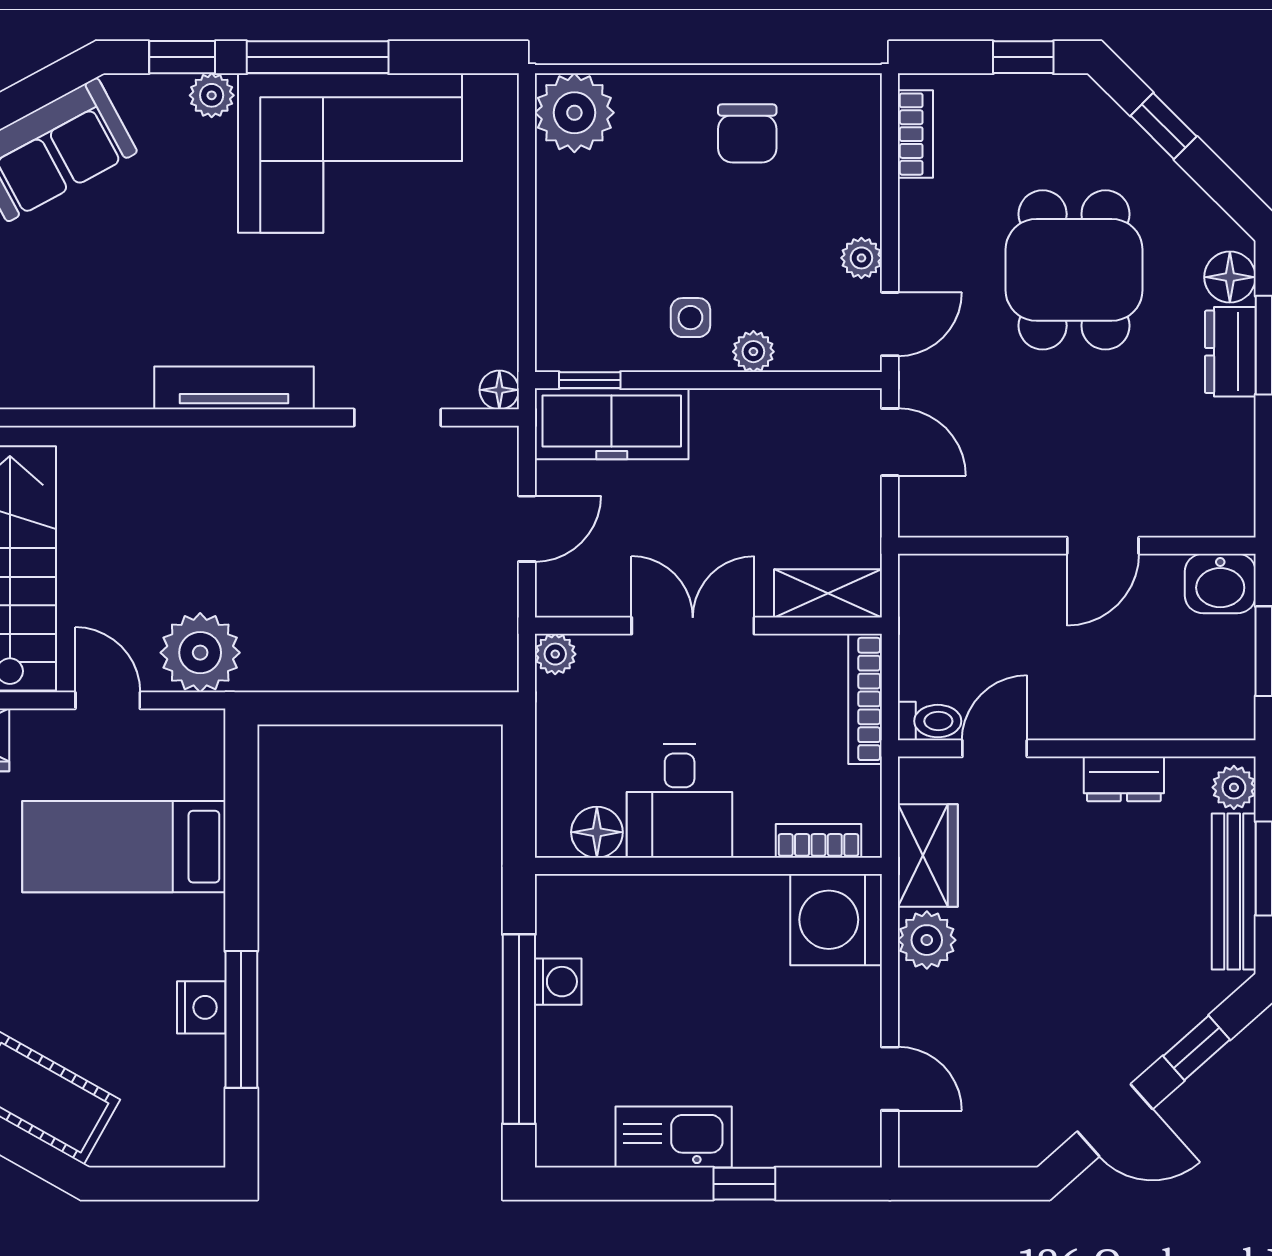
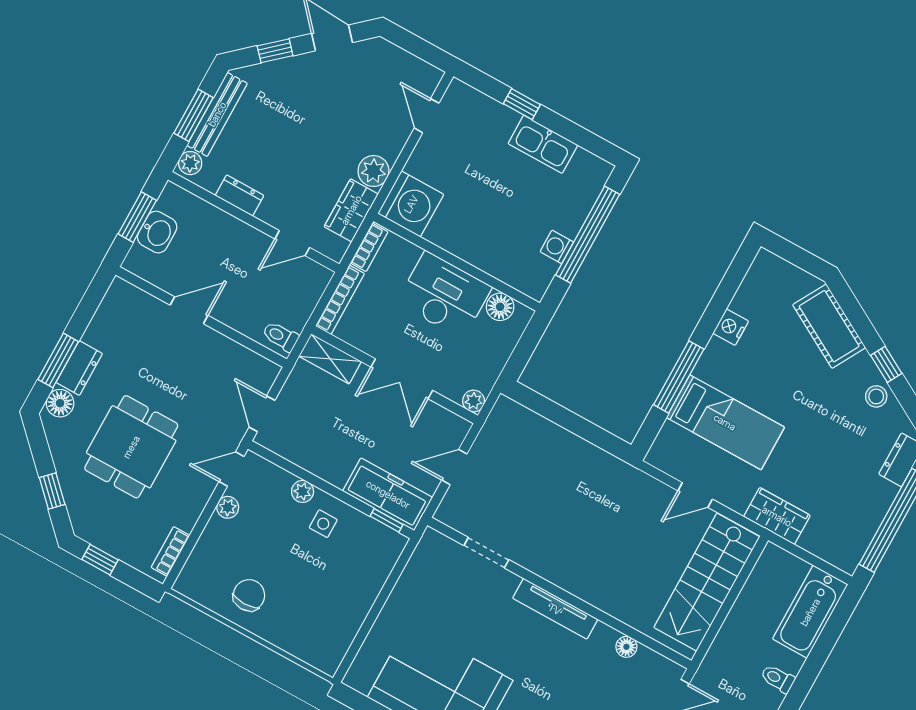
plant: (574, 113) -> (325, 650), removed
floor lamp: (499, 390) -> (626, 647), moved
washbasin: (1220, 583) -> (157, 232), moved, turned 90
plant: (200, 653) -> (639, 493), removed
door: (108, 700) -> (695, 495), hinge flipped
toilet: (930, 721) -> (281, 336), moved
desk: (680, 801) -> (444, 295), width x1.37
bookcase: (818, 841) -> (369, 247), moved, turned -90
window: (241, 1019) -> (679, 377), moved

